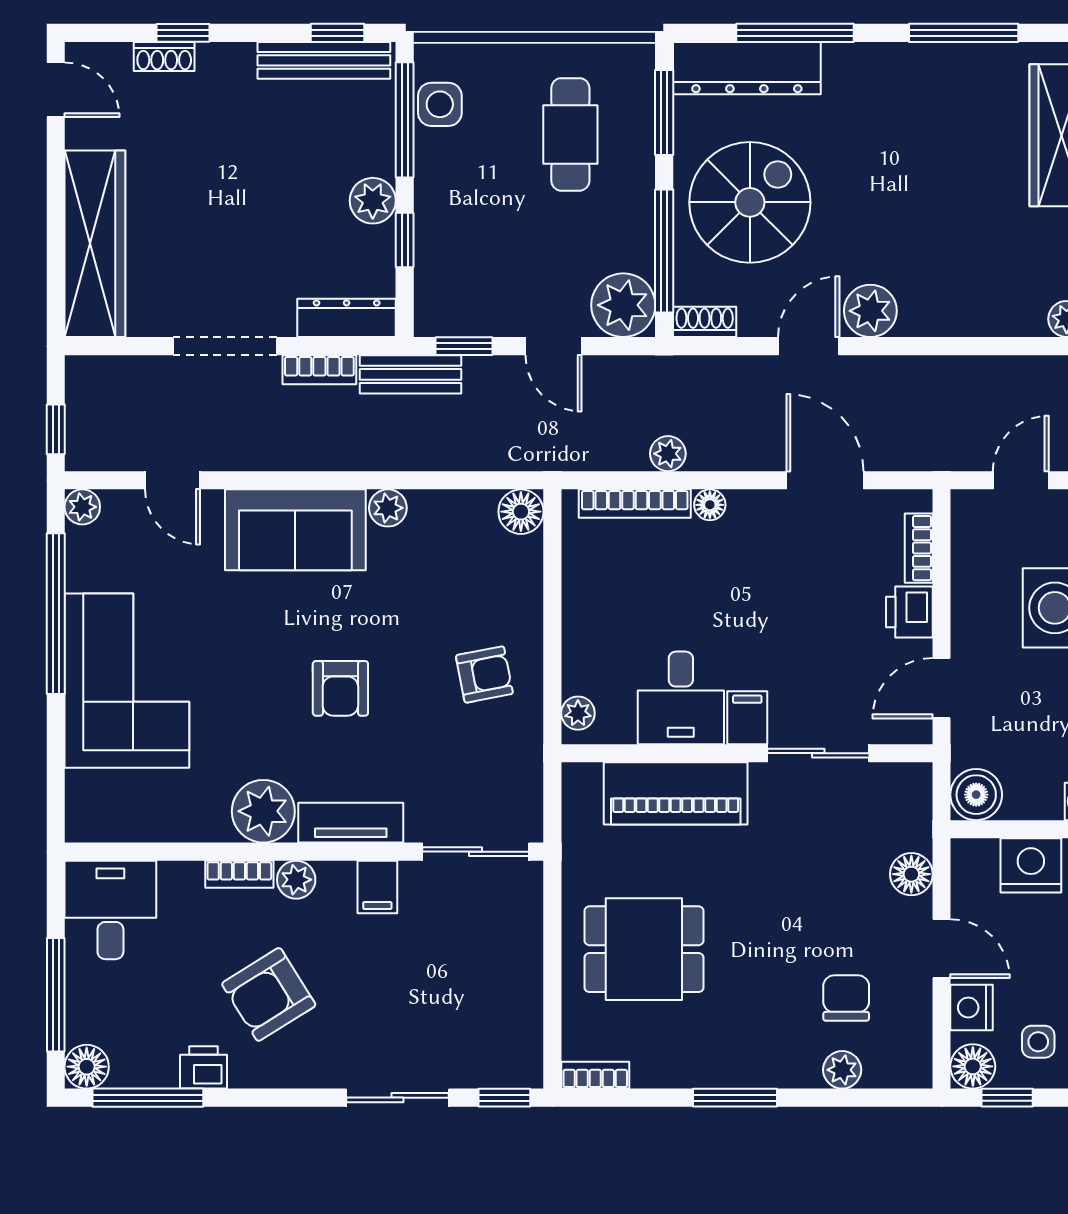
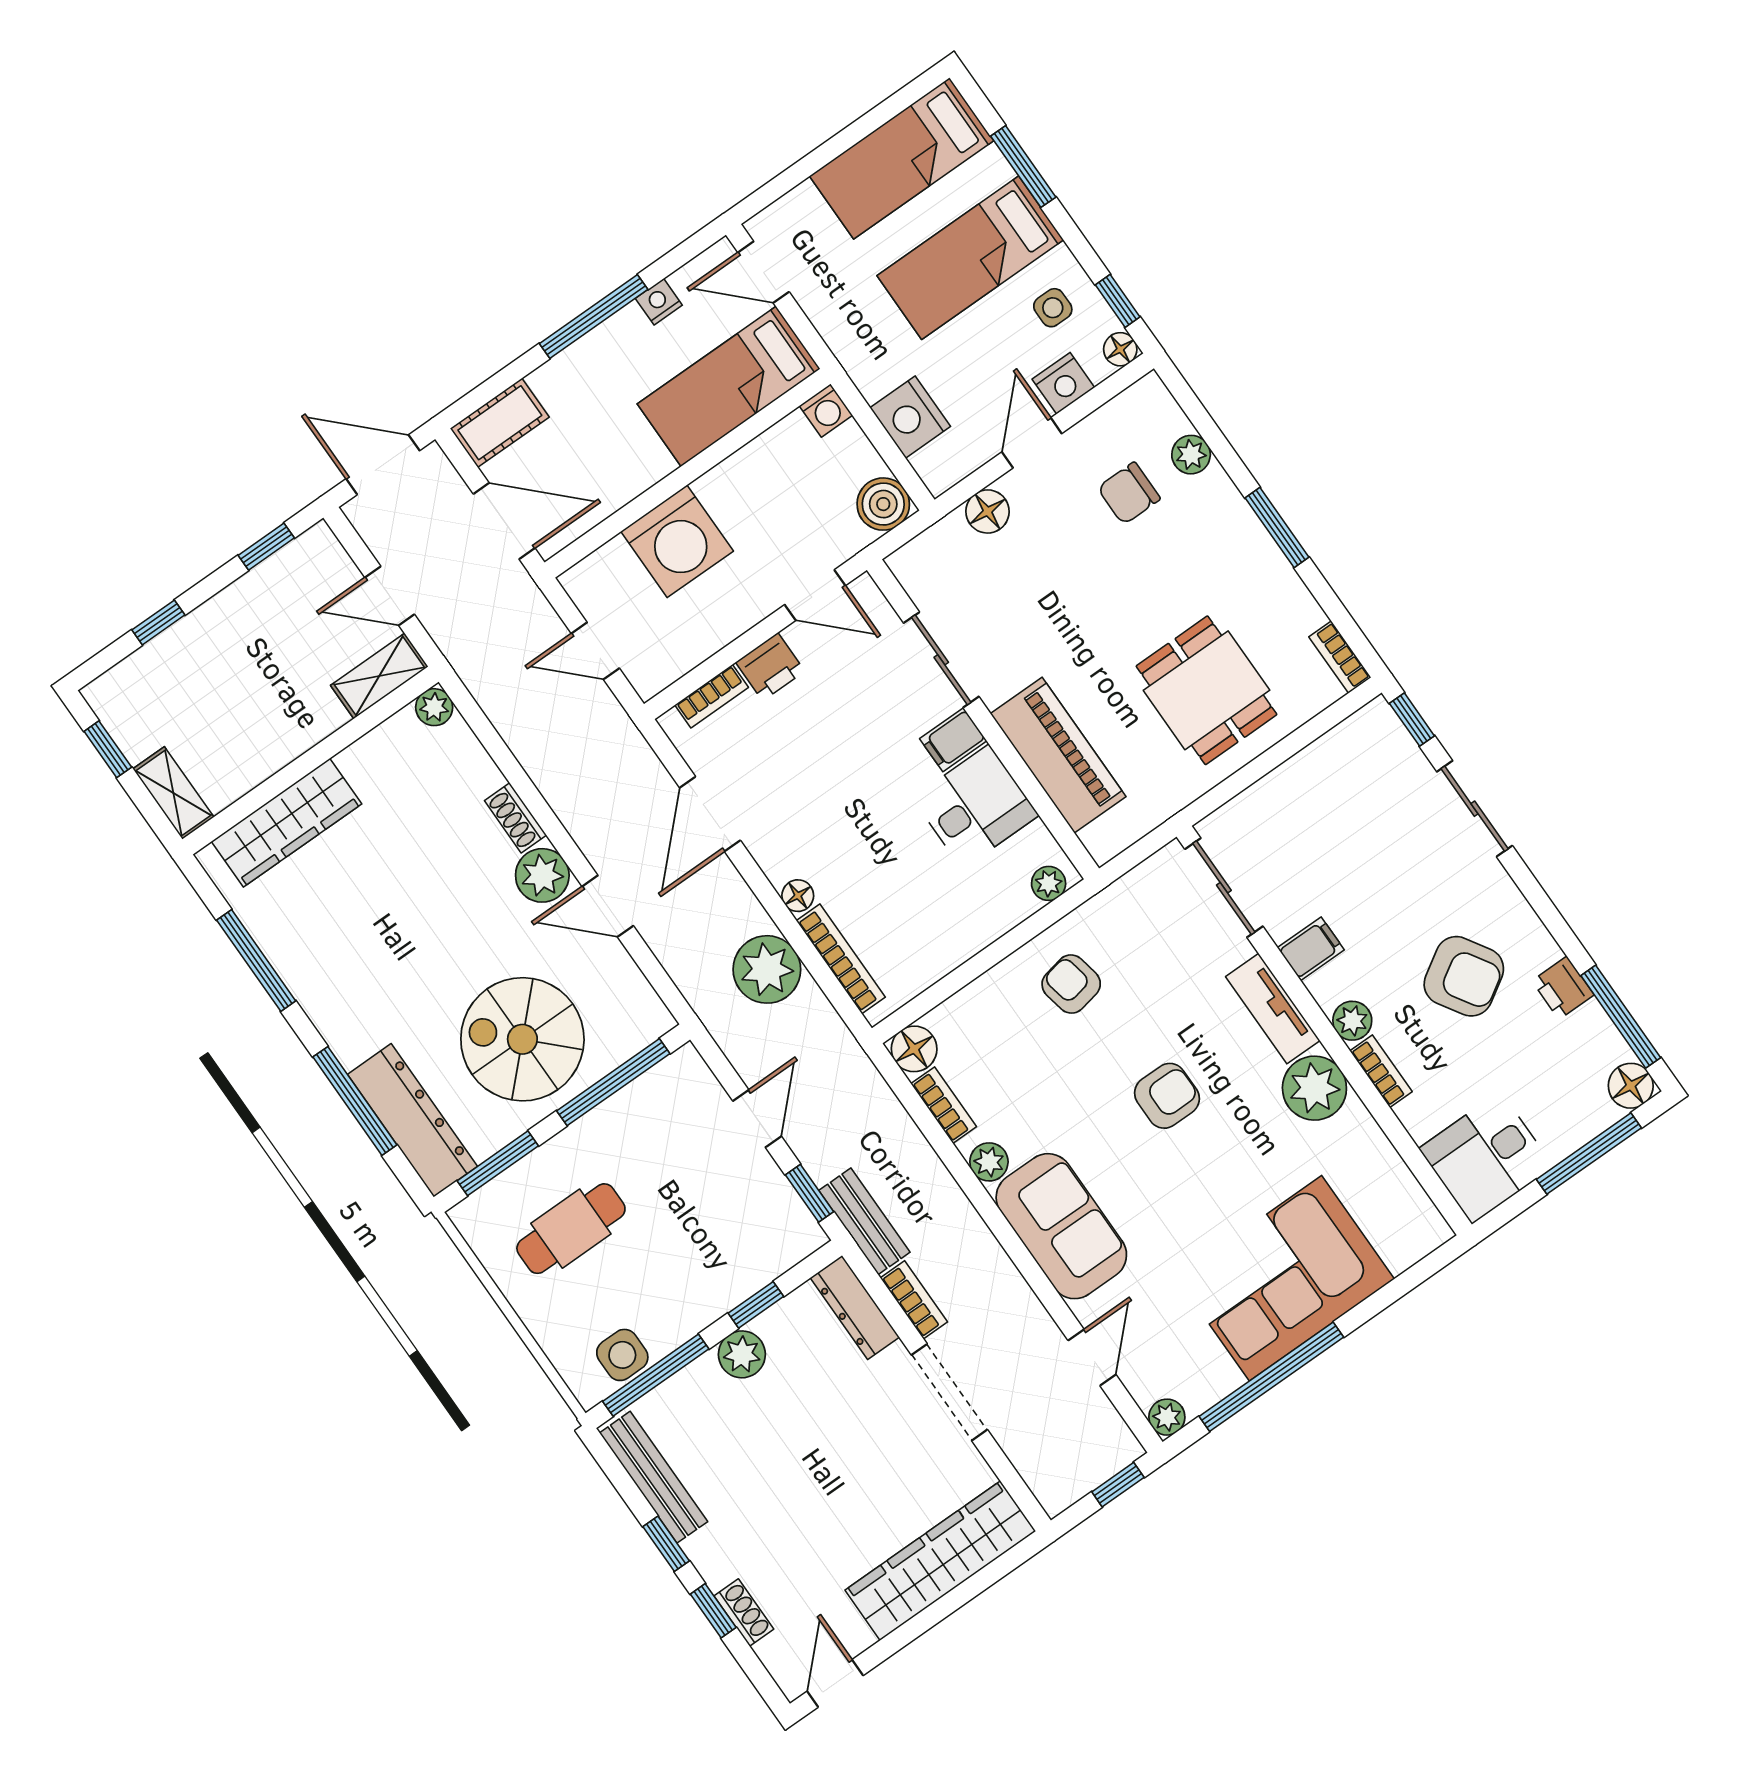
window: (338, 33) -> (666, 1544), moved
plant: (623, 305) -> (682, 1085), removed
shoe rack: (705, 322) -> (516, 818), moved
plant: (668, 454) -> (767, 969), width x1.88, depth x1.88
bookcase: (459, 504) -> (944, 1105), added
floor lamp: (973, 1066) -> (1120, 349), width x0.73, depth x0.73

